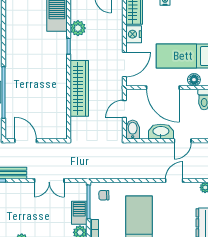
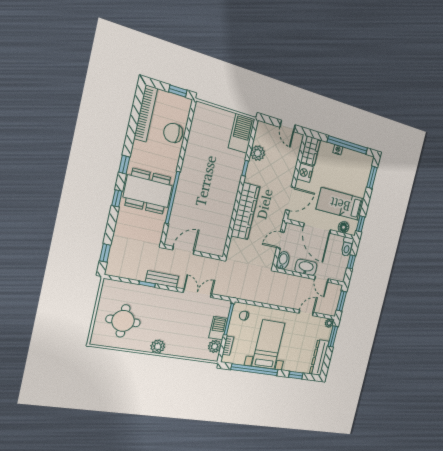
door: (26, 141) -> (184, 250), hinge flipped
door: (183, 141) -> (321, 279), hinge flipped
double door: (49, 181) -> (197, 293), swing flipped

